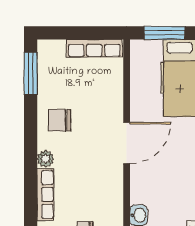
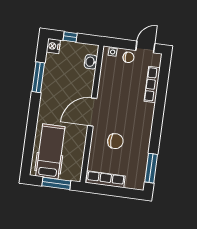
chair: (60, 120) -> (115, 141), moved
plant: (45, 159) -> (149, 109), removed

